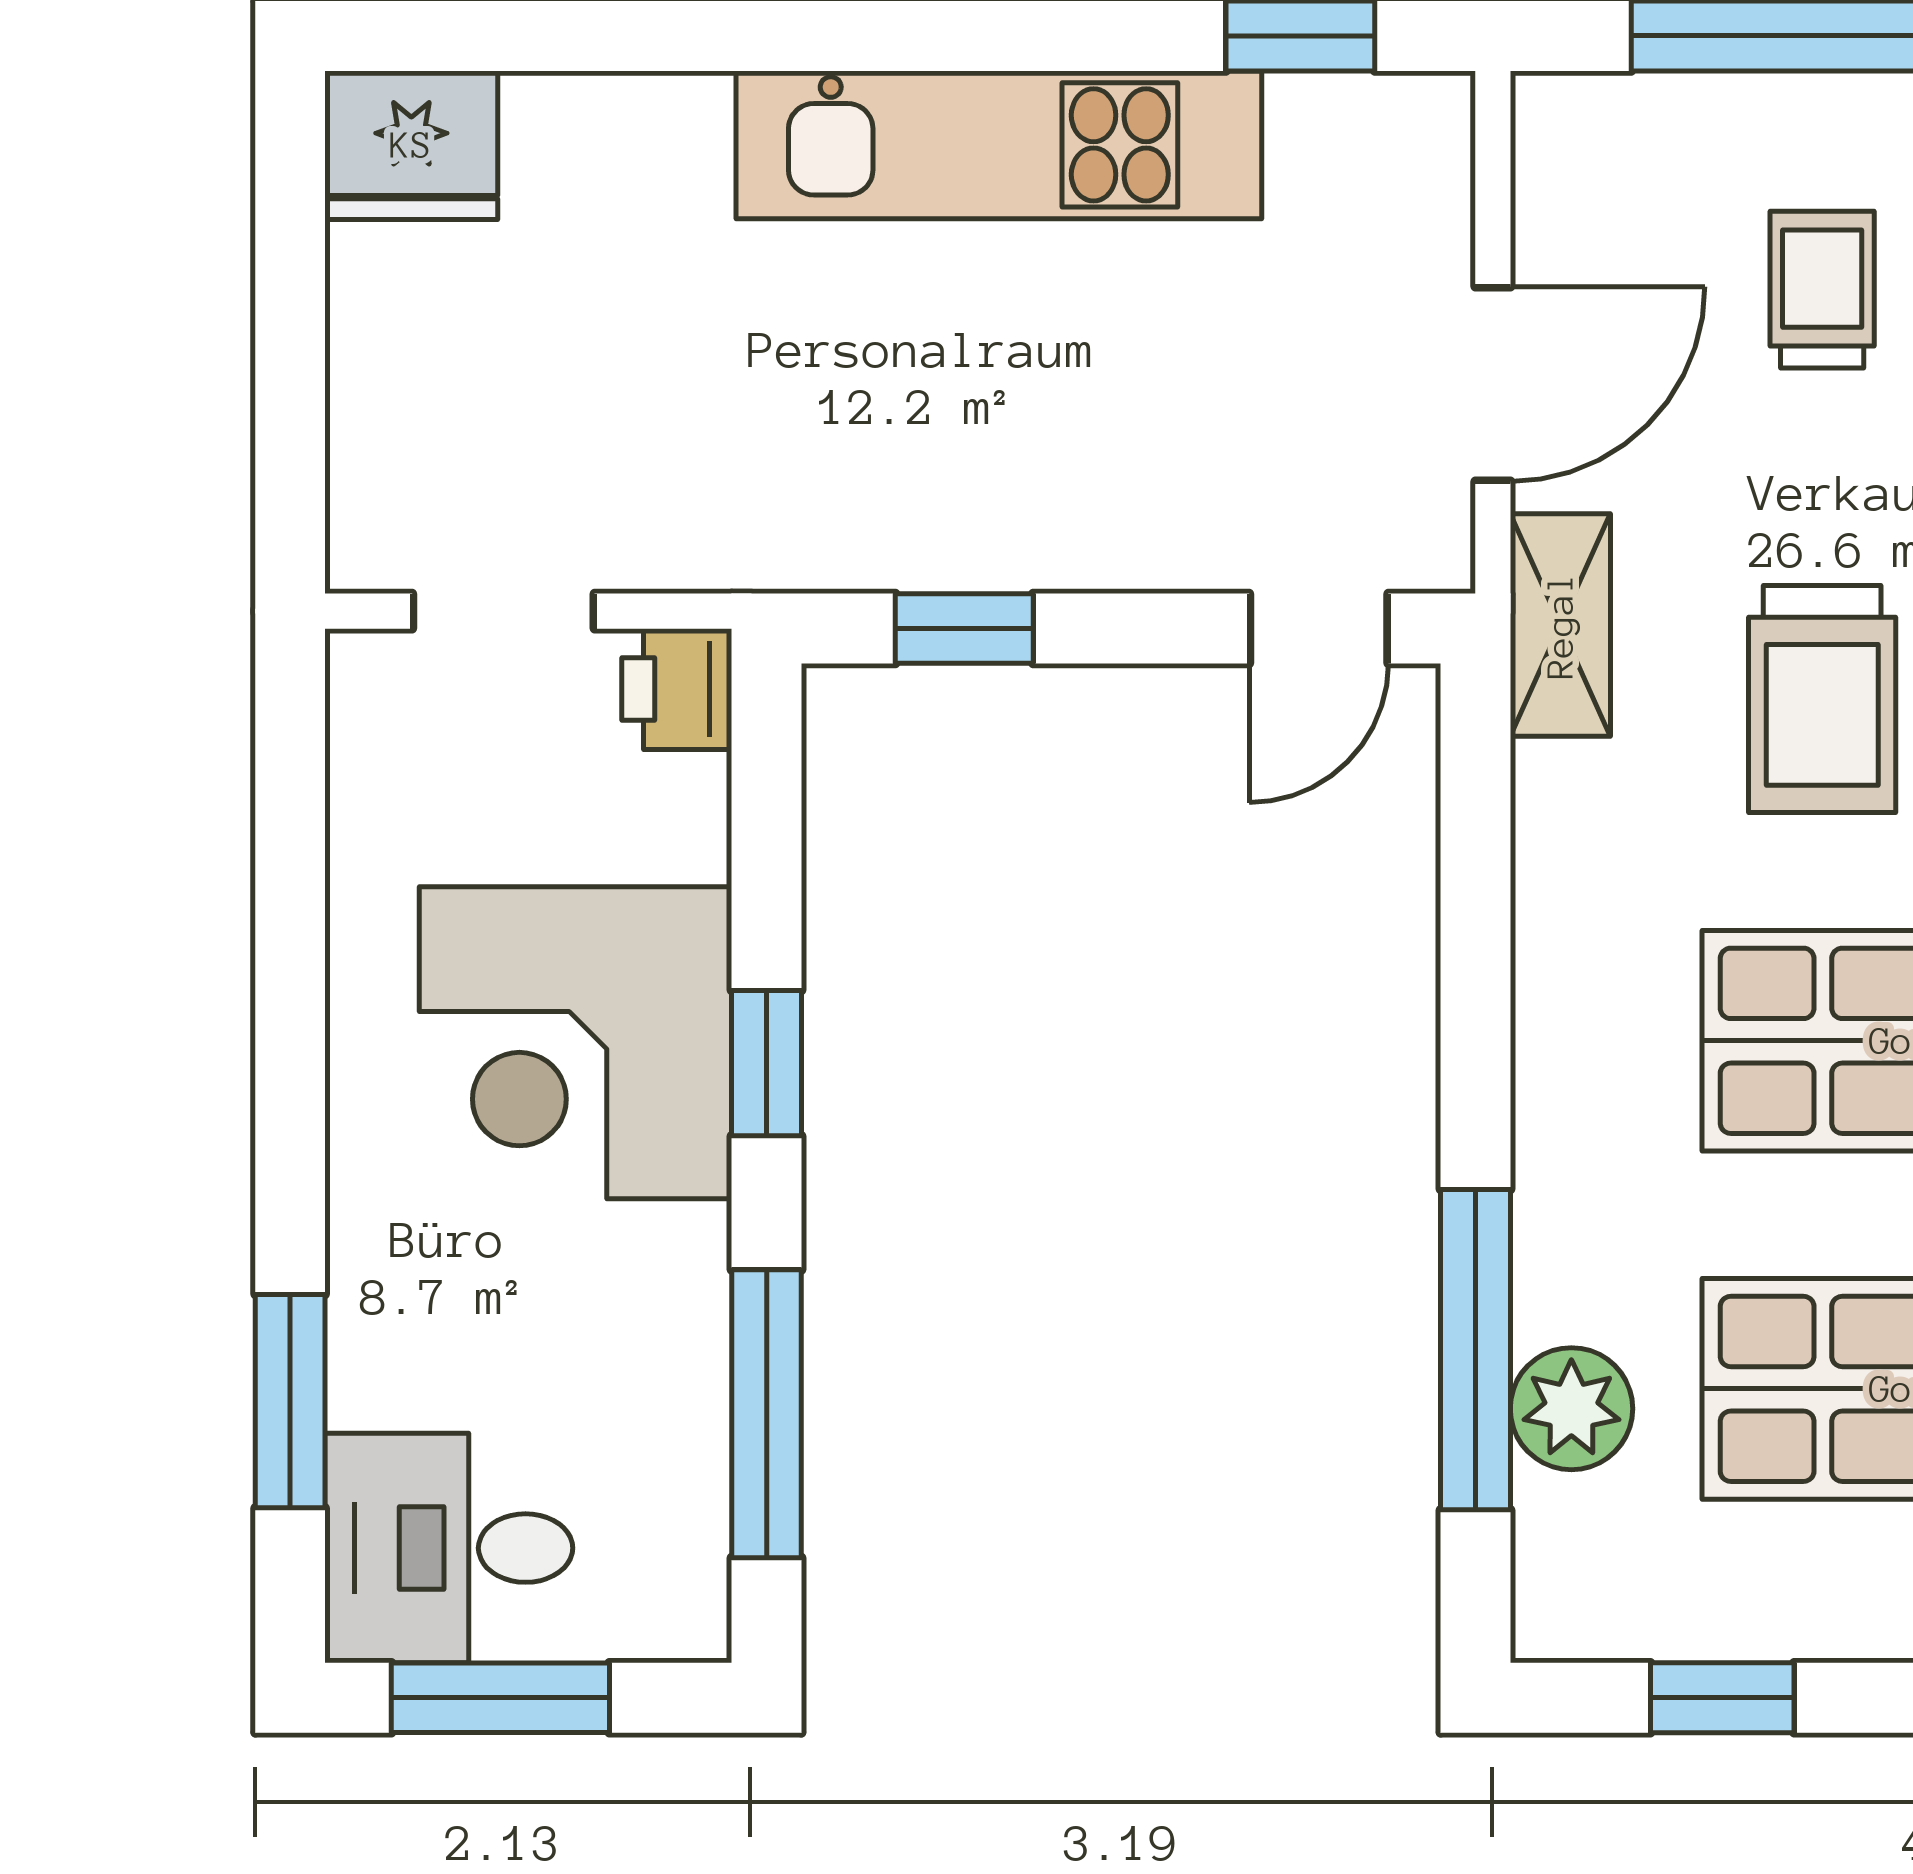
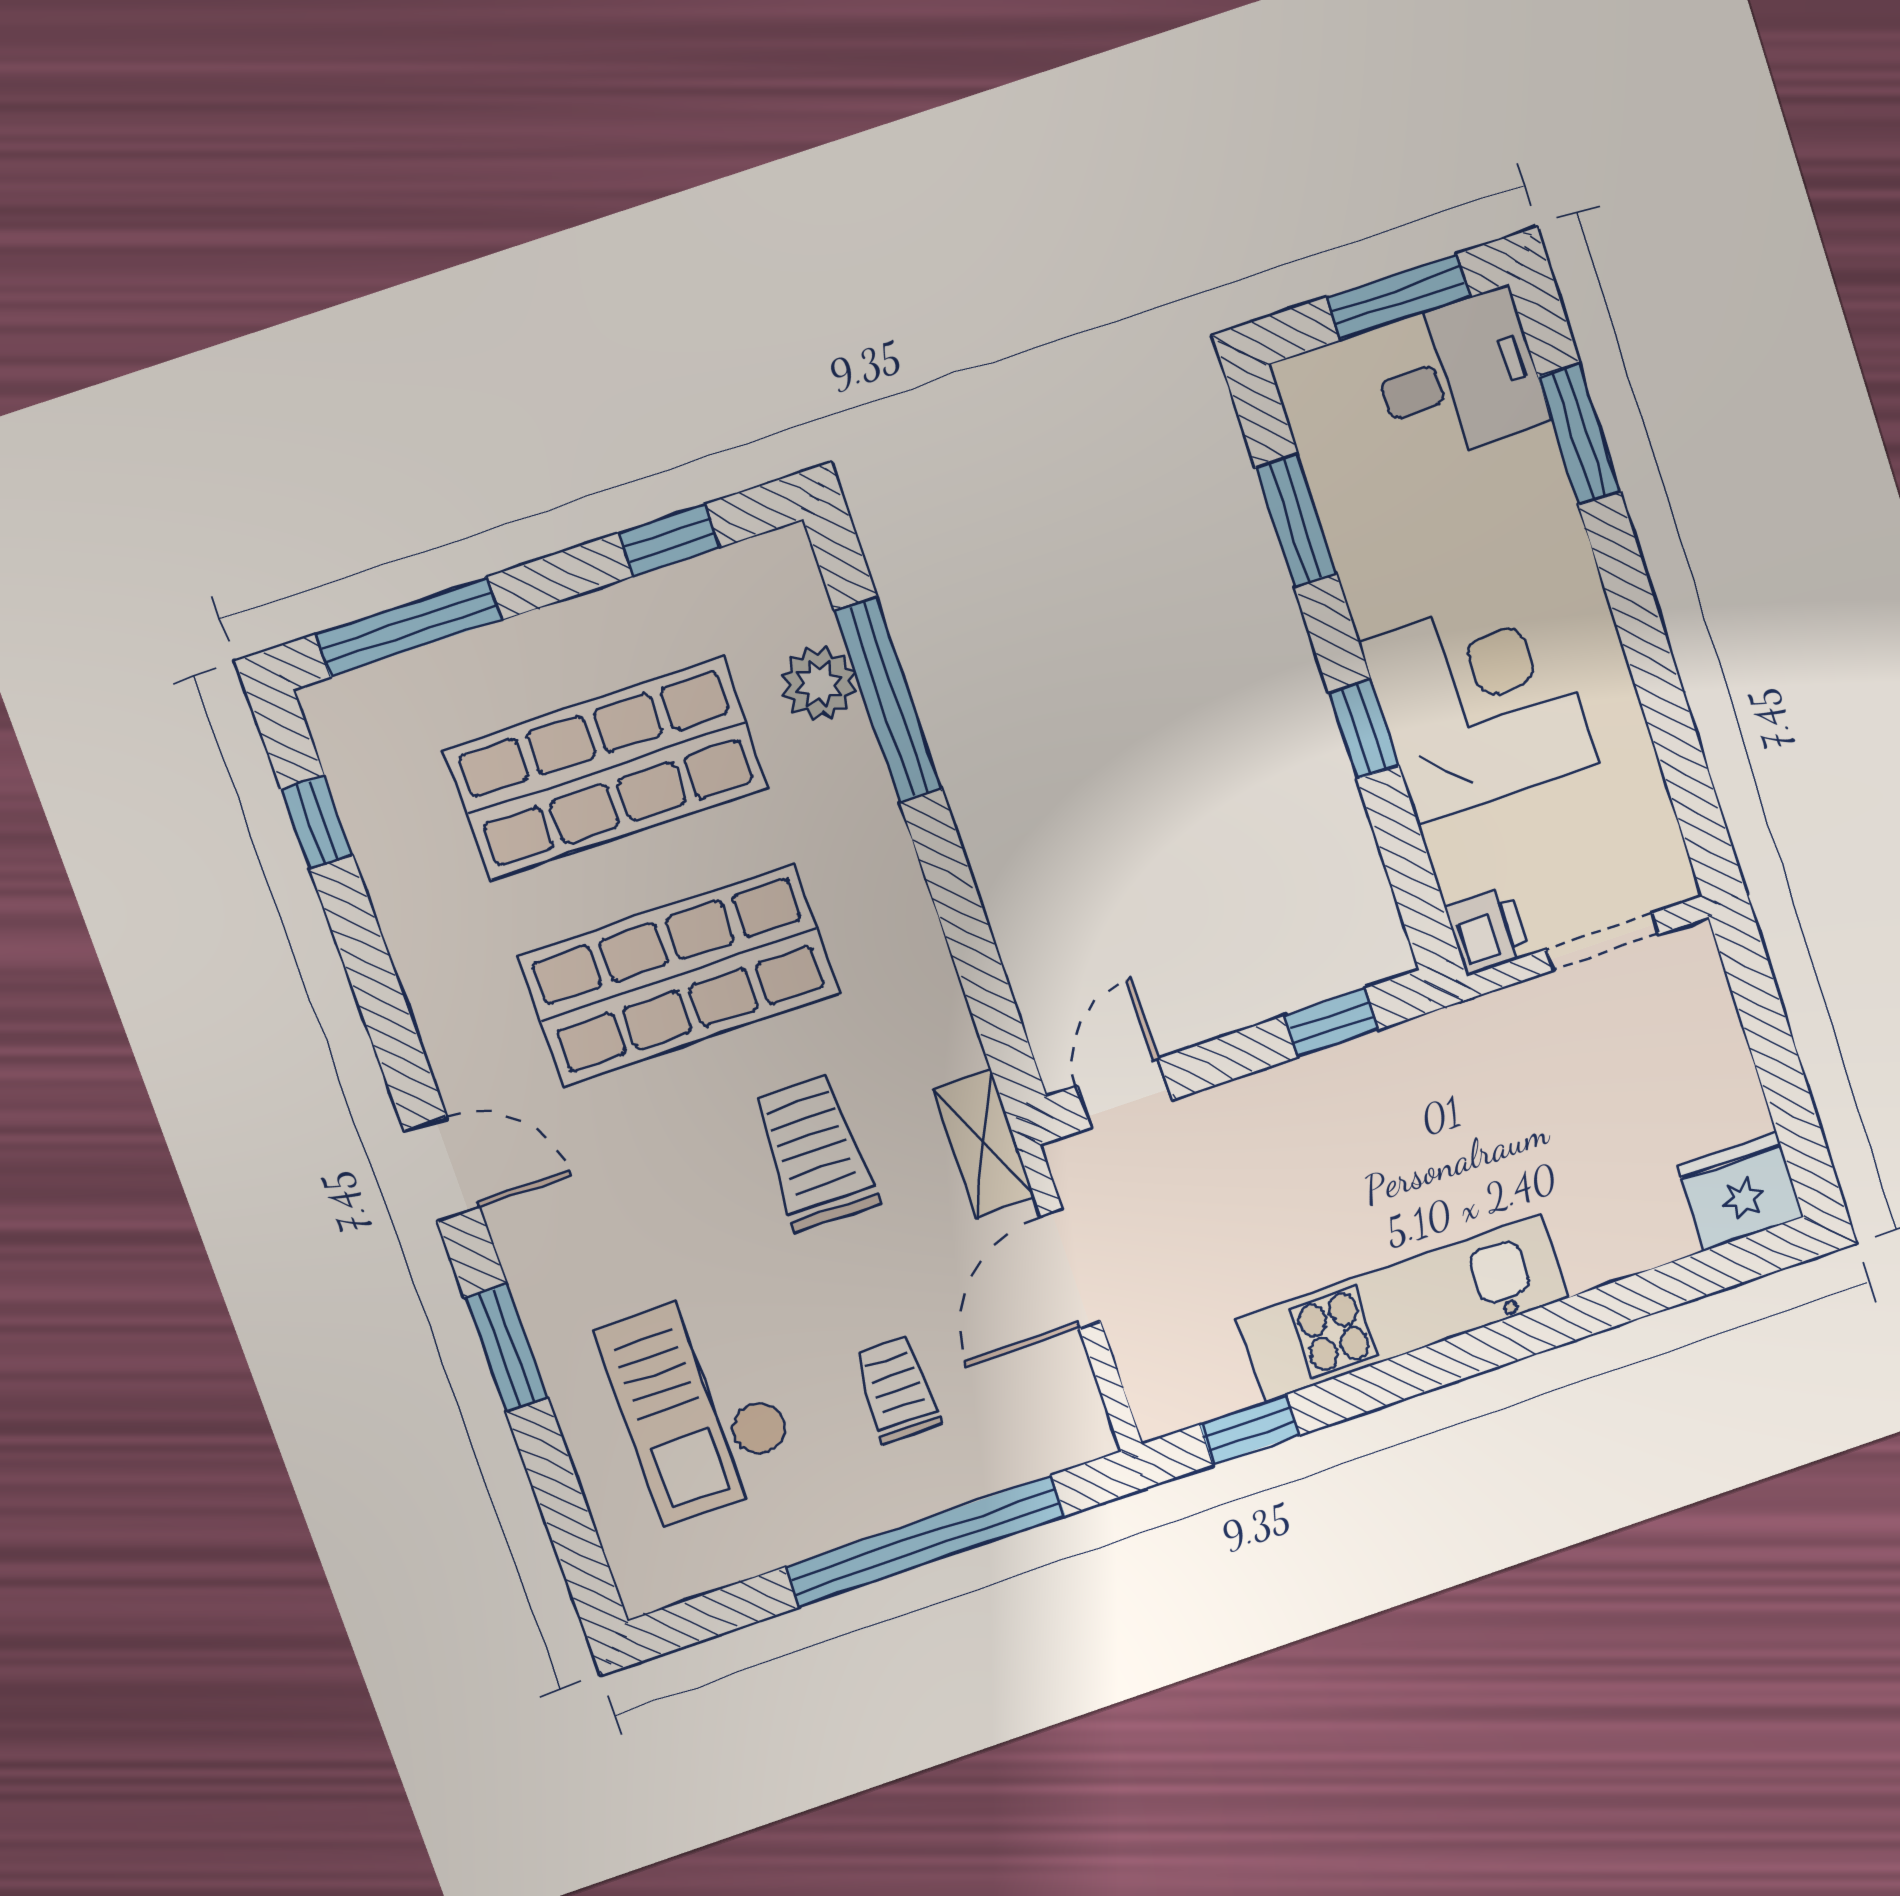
trolley: (1822, 290) -> (897, 1389), turned 180
window: (767, 1414) -> (1296, 521), width x0.69

